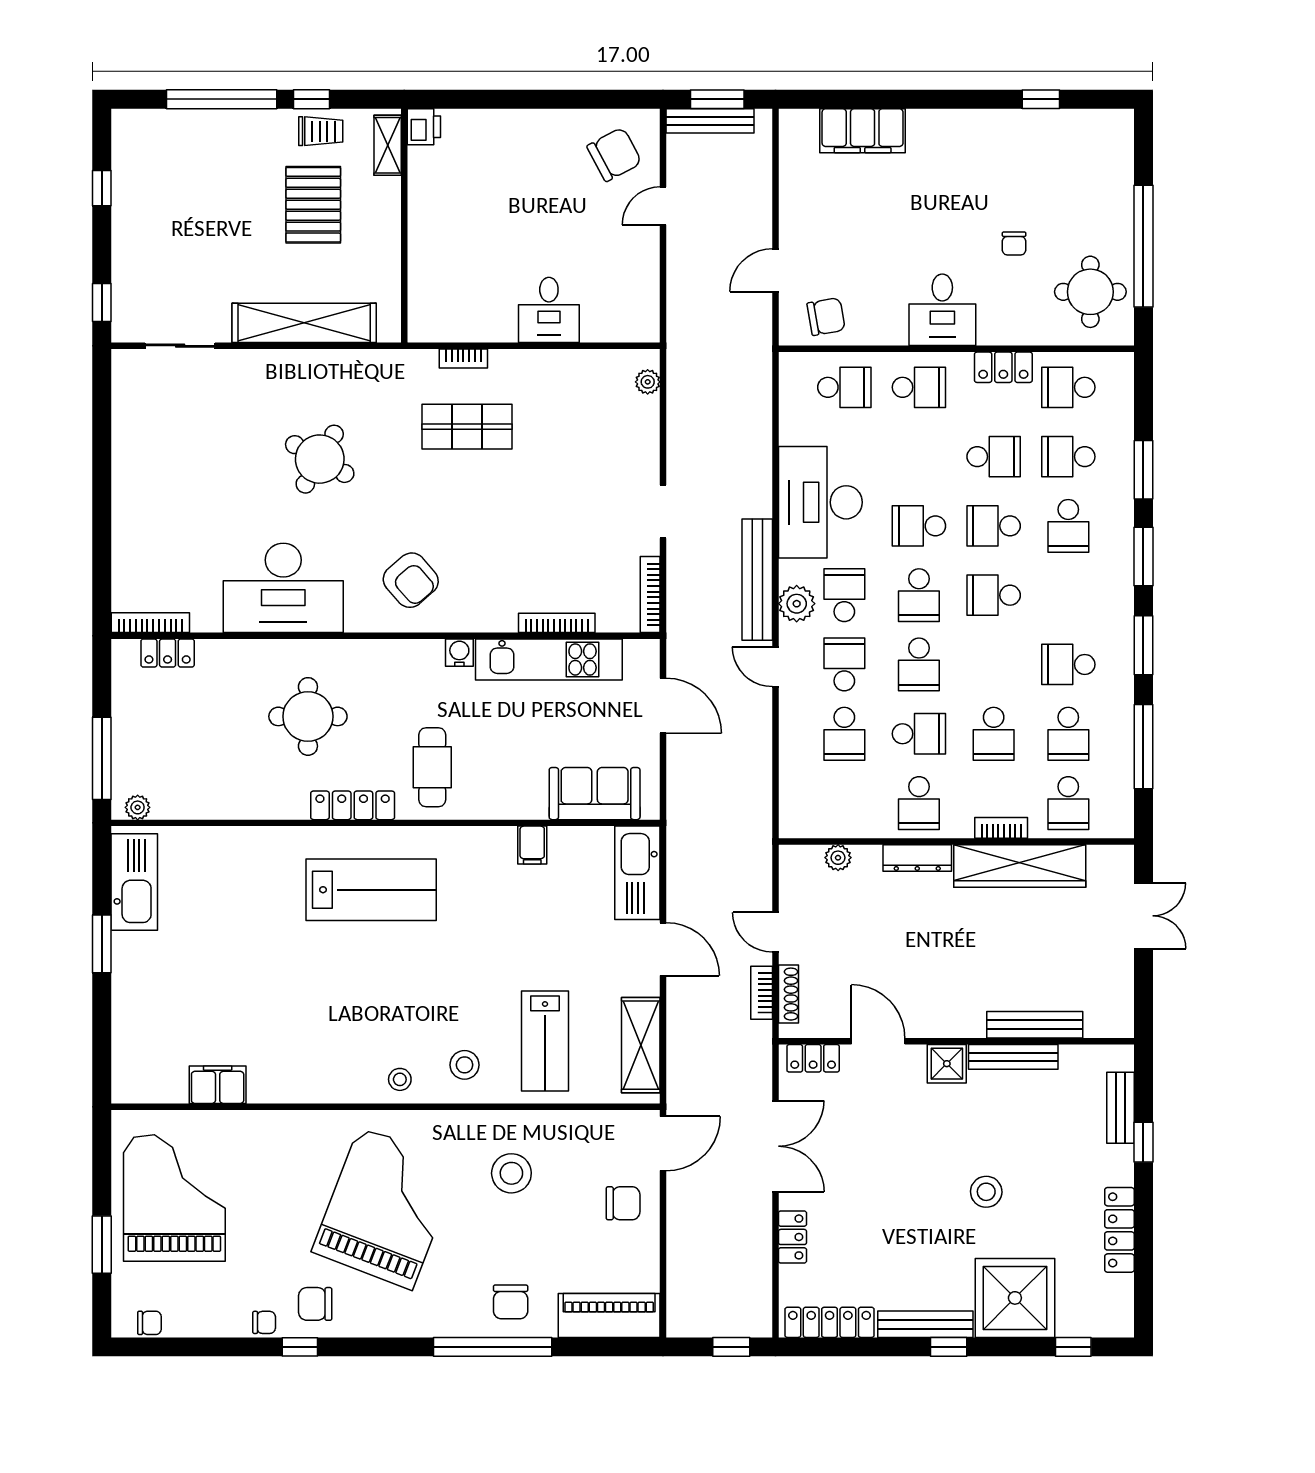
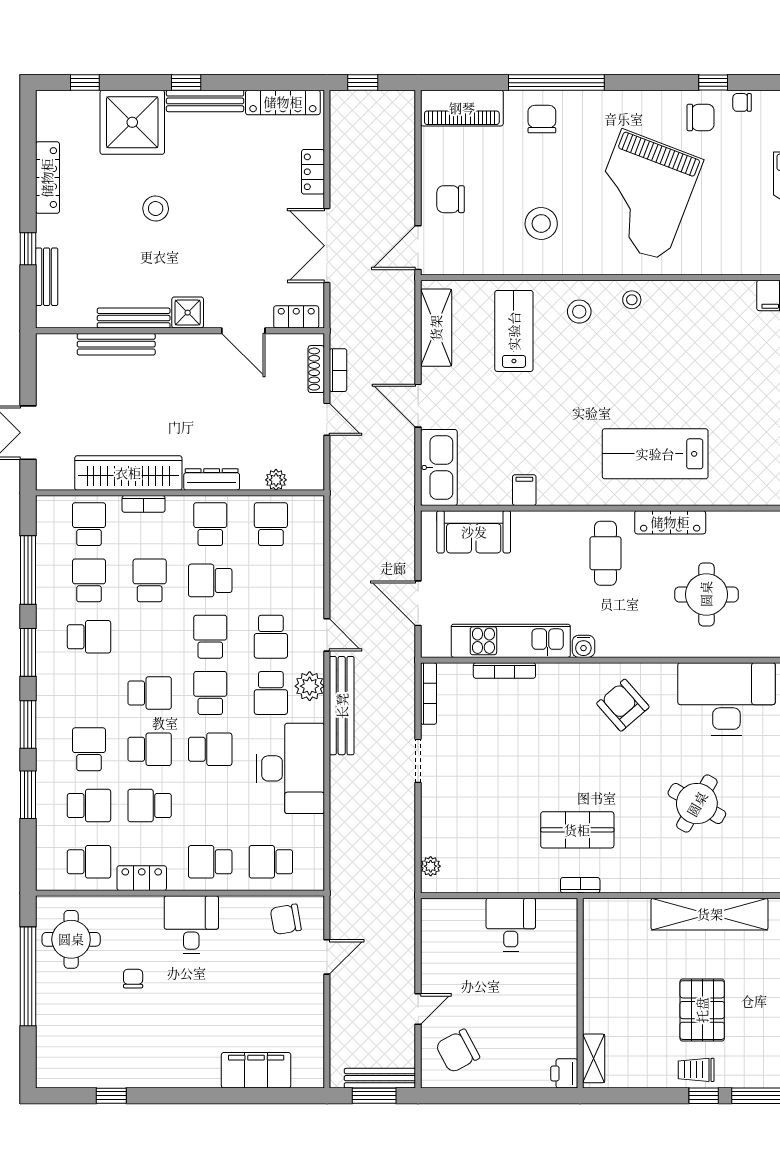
printer: (424, 127) -> (564, 1073), moved
shelving: (388, 145) -> (594, 1058), moved
wall: (404, 226) -> (580, 993), moved
school desk: (844, 734) -> (271, 524), moved

